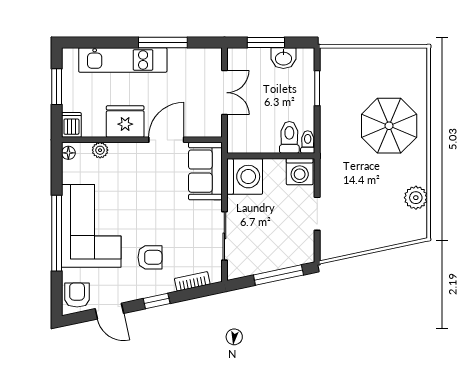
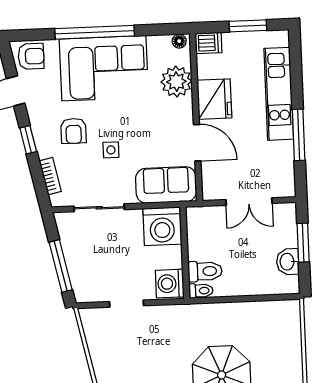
window: (317, 88) -> (258, 298), removed
plant: (100, 150) -> (176, 82), width x1.88, depth x1.88
side table: (170, 222) -> (111, 150), added

